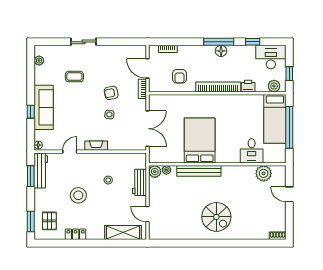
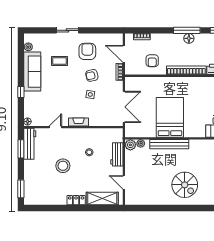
armchair: (106, 66) -> (87, 51), added
sofa: (44, 107) -> (32, 72), moved
pallet: (49, 221) -> (37, 188), removed
locker: (76, 234) -> (76, 200), moved

